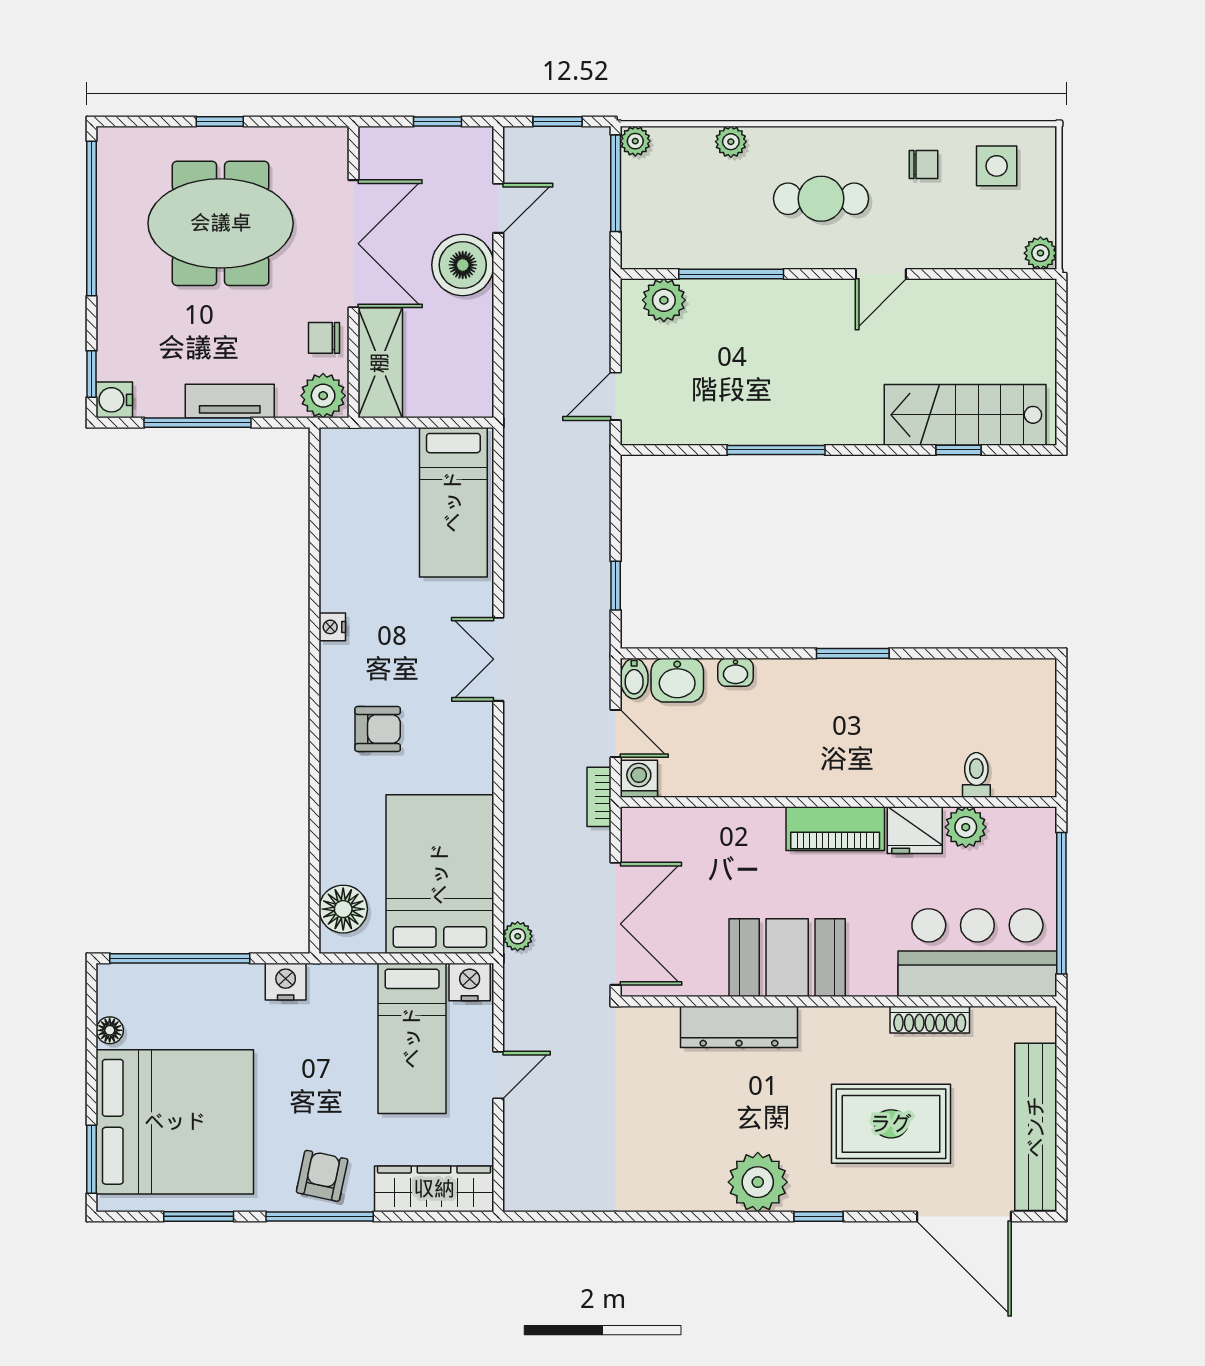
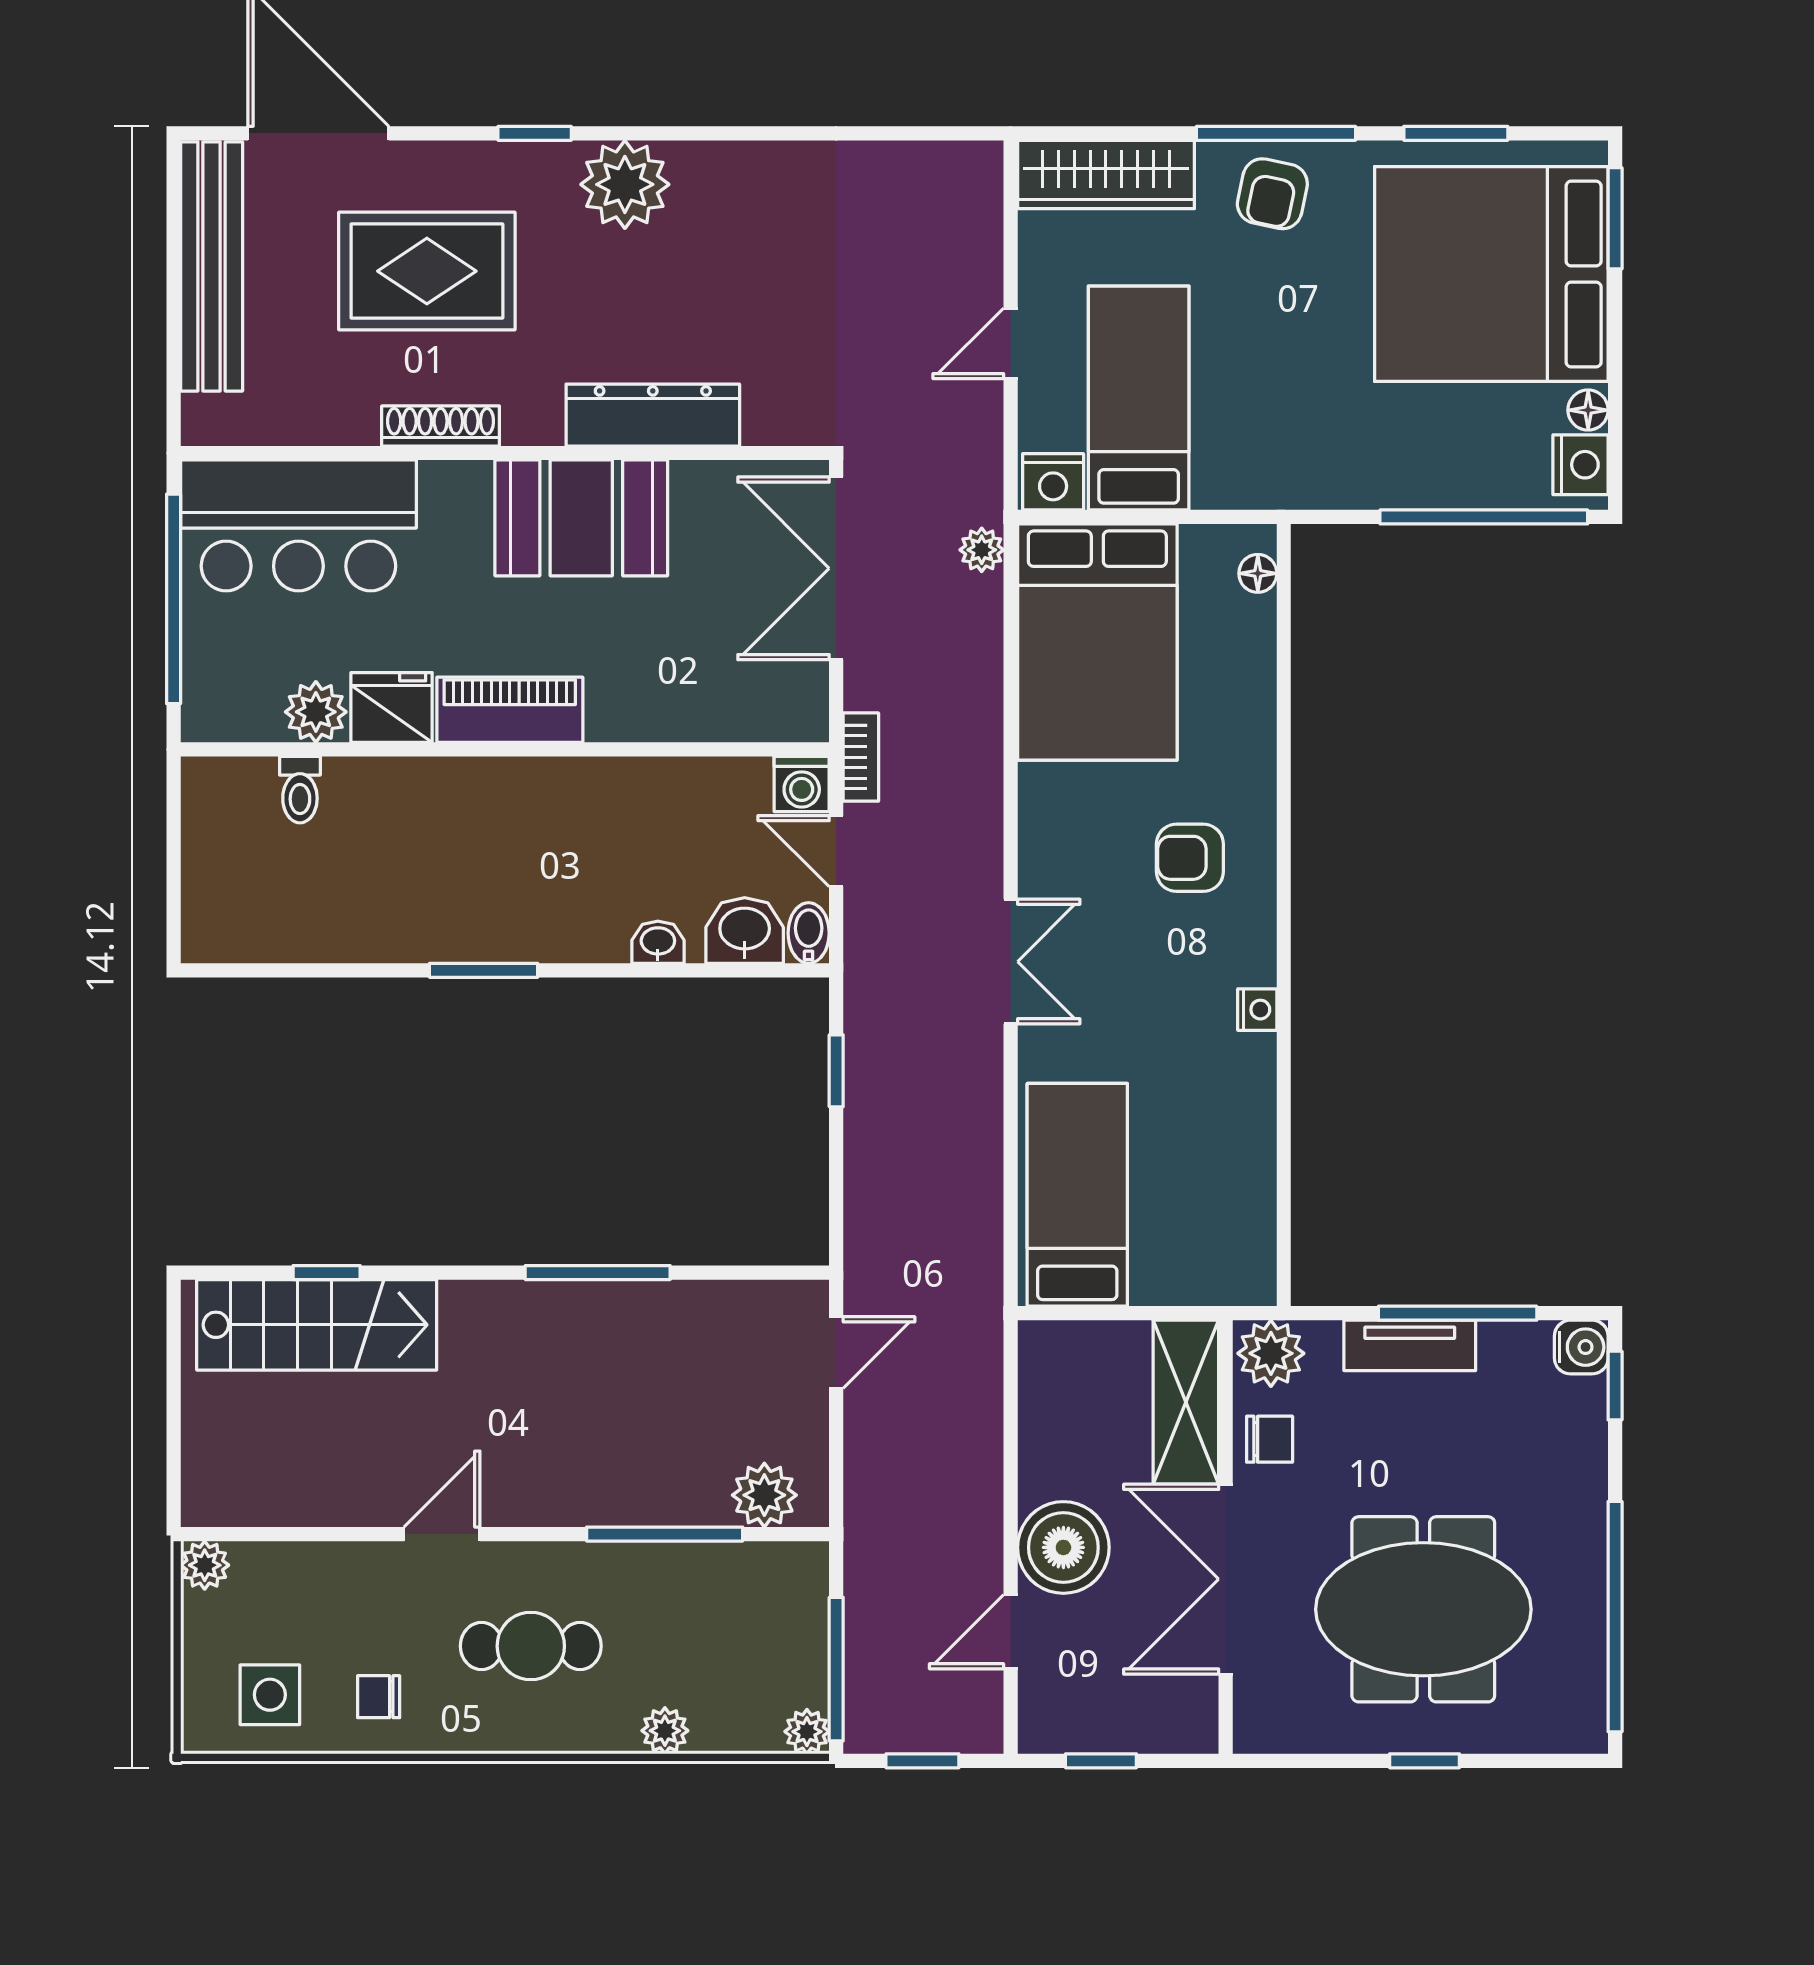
floor lamp: (343, 909) -> (1258, 573), width x0.53, depth x0.53
nightstand: (286, 982) -> (1581, 465), moved, turned -90
shoe rack: (930, 1020) -> (441, 426), moved

